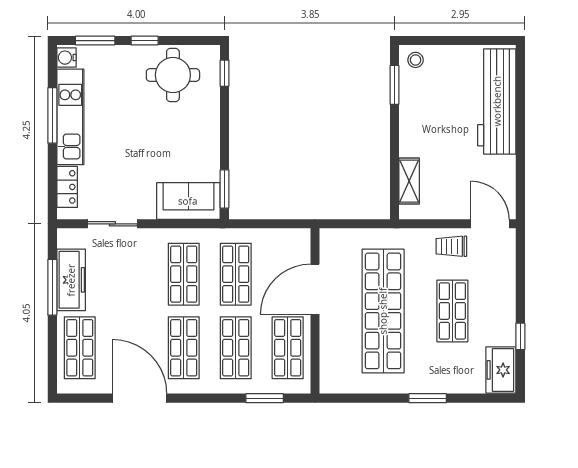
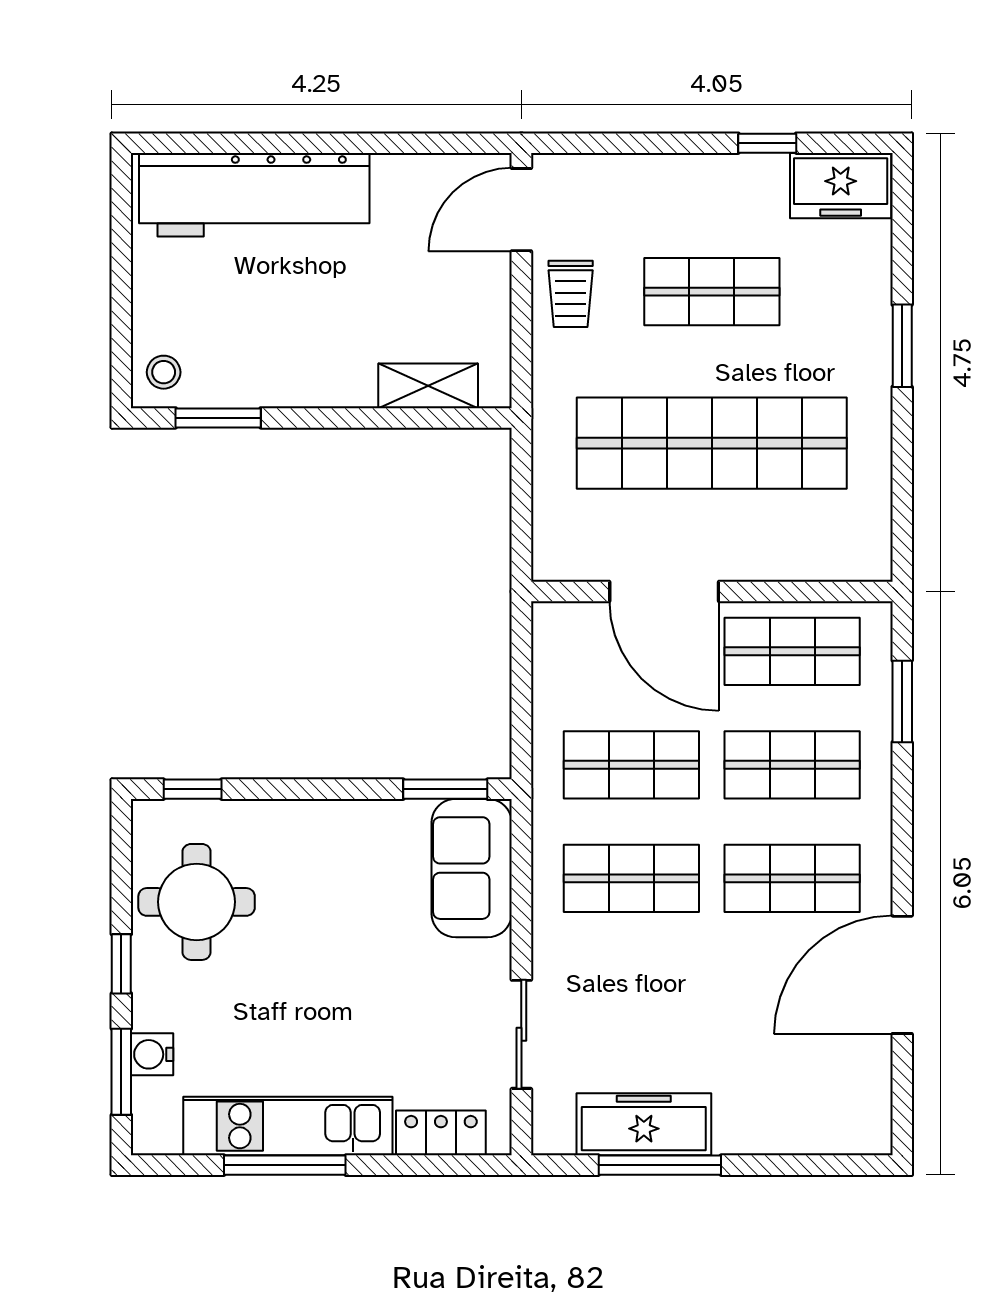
water cooler: (66, 58) -> (152, 1054), moved, turned 90
shop shelf: (80, 348) -> (792, 1105), removed

